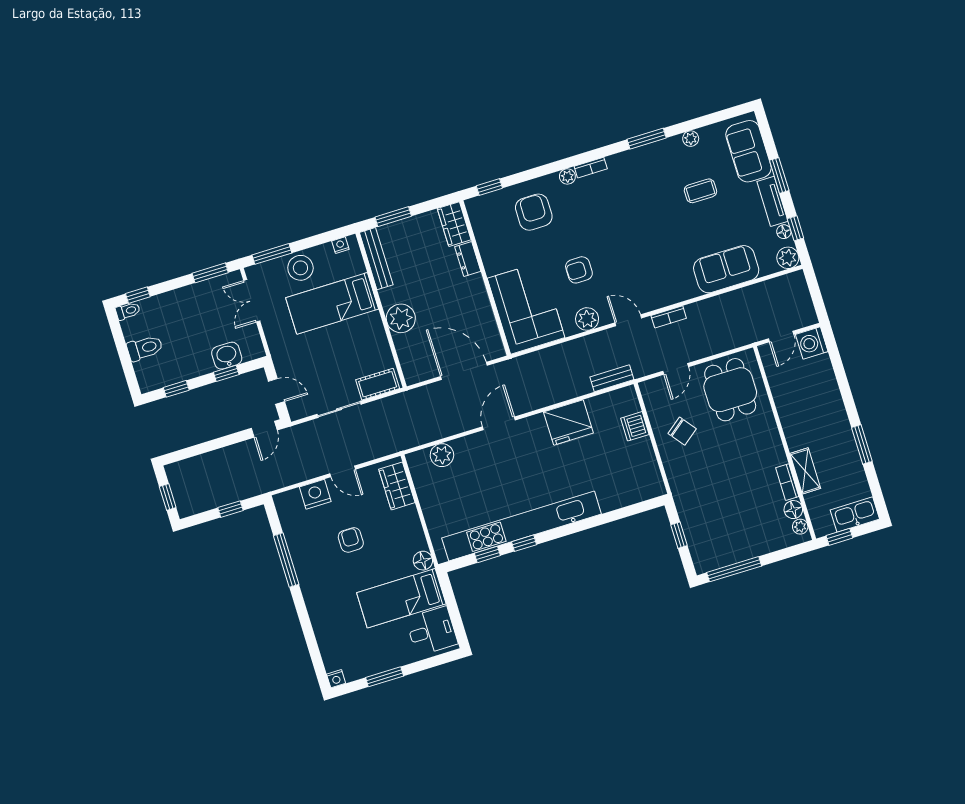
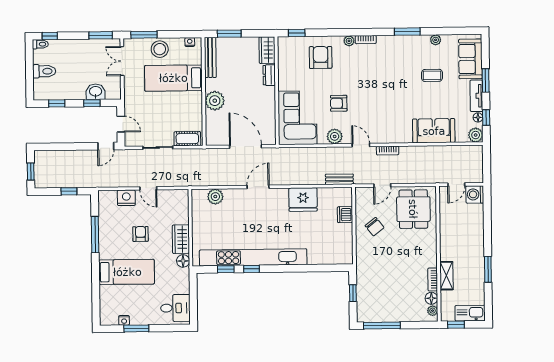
wardrobe: (397, 486) -> (181, 239), moved
bed: (401, 598) -> (127, 272), moved, turned 180
nightstand: (336, 679) -> (124, 320), moved

